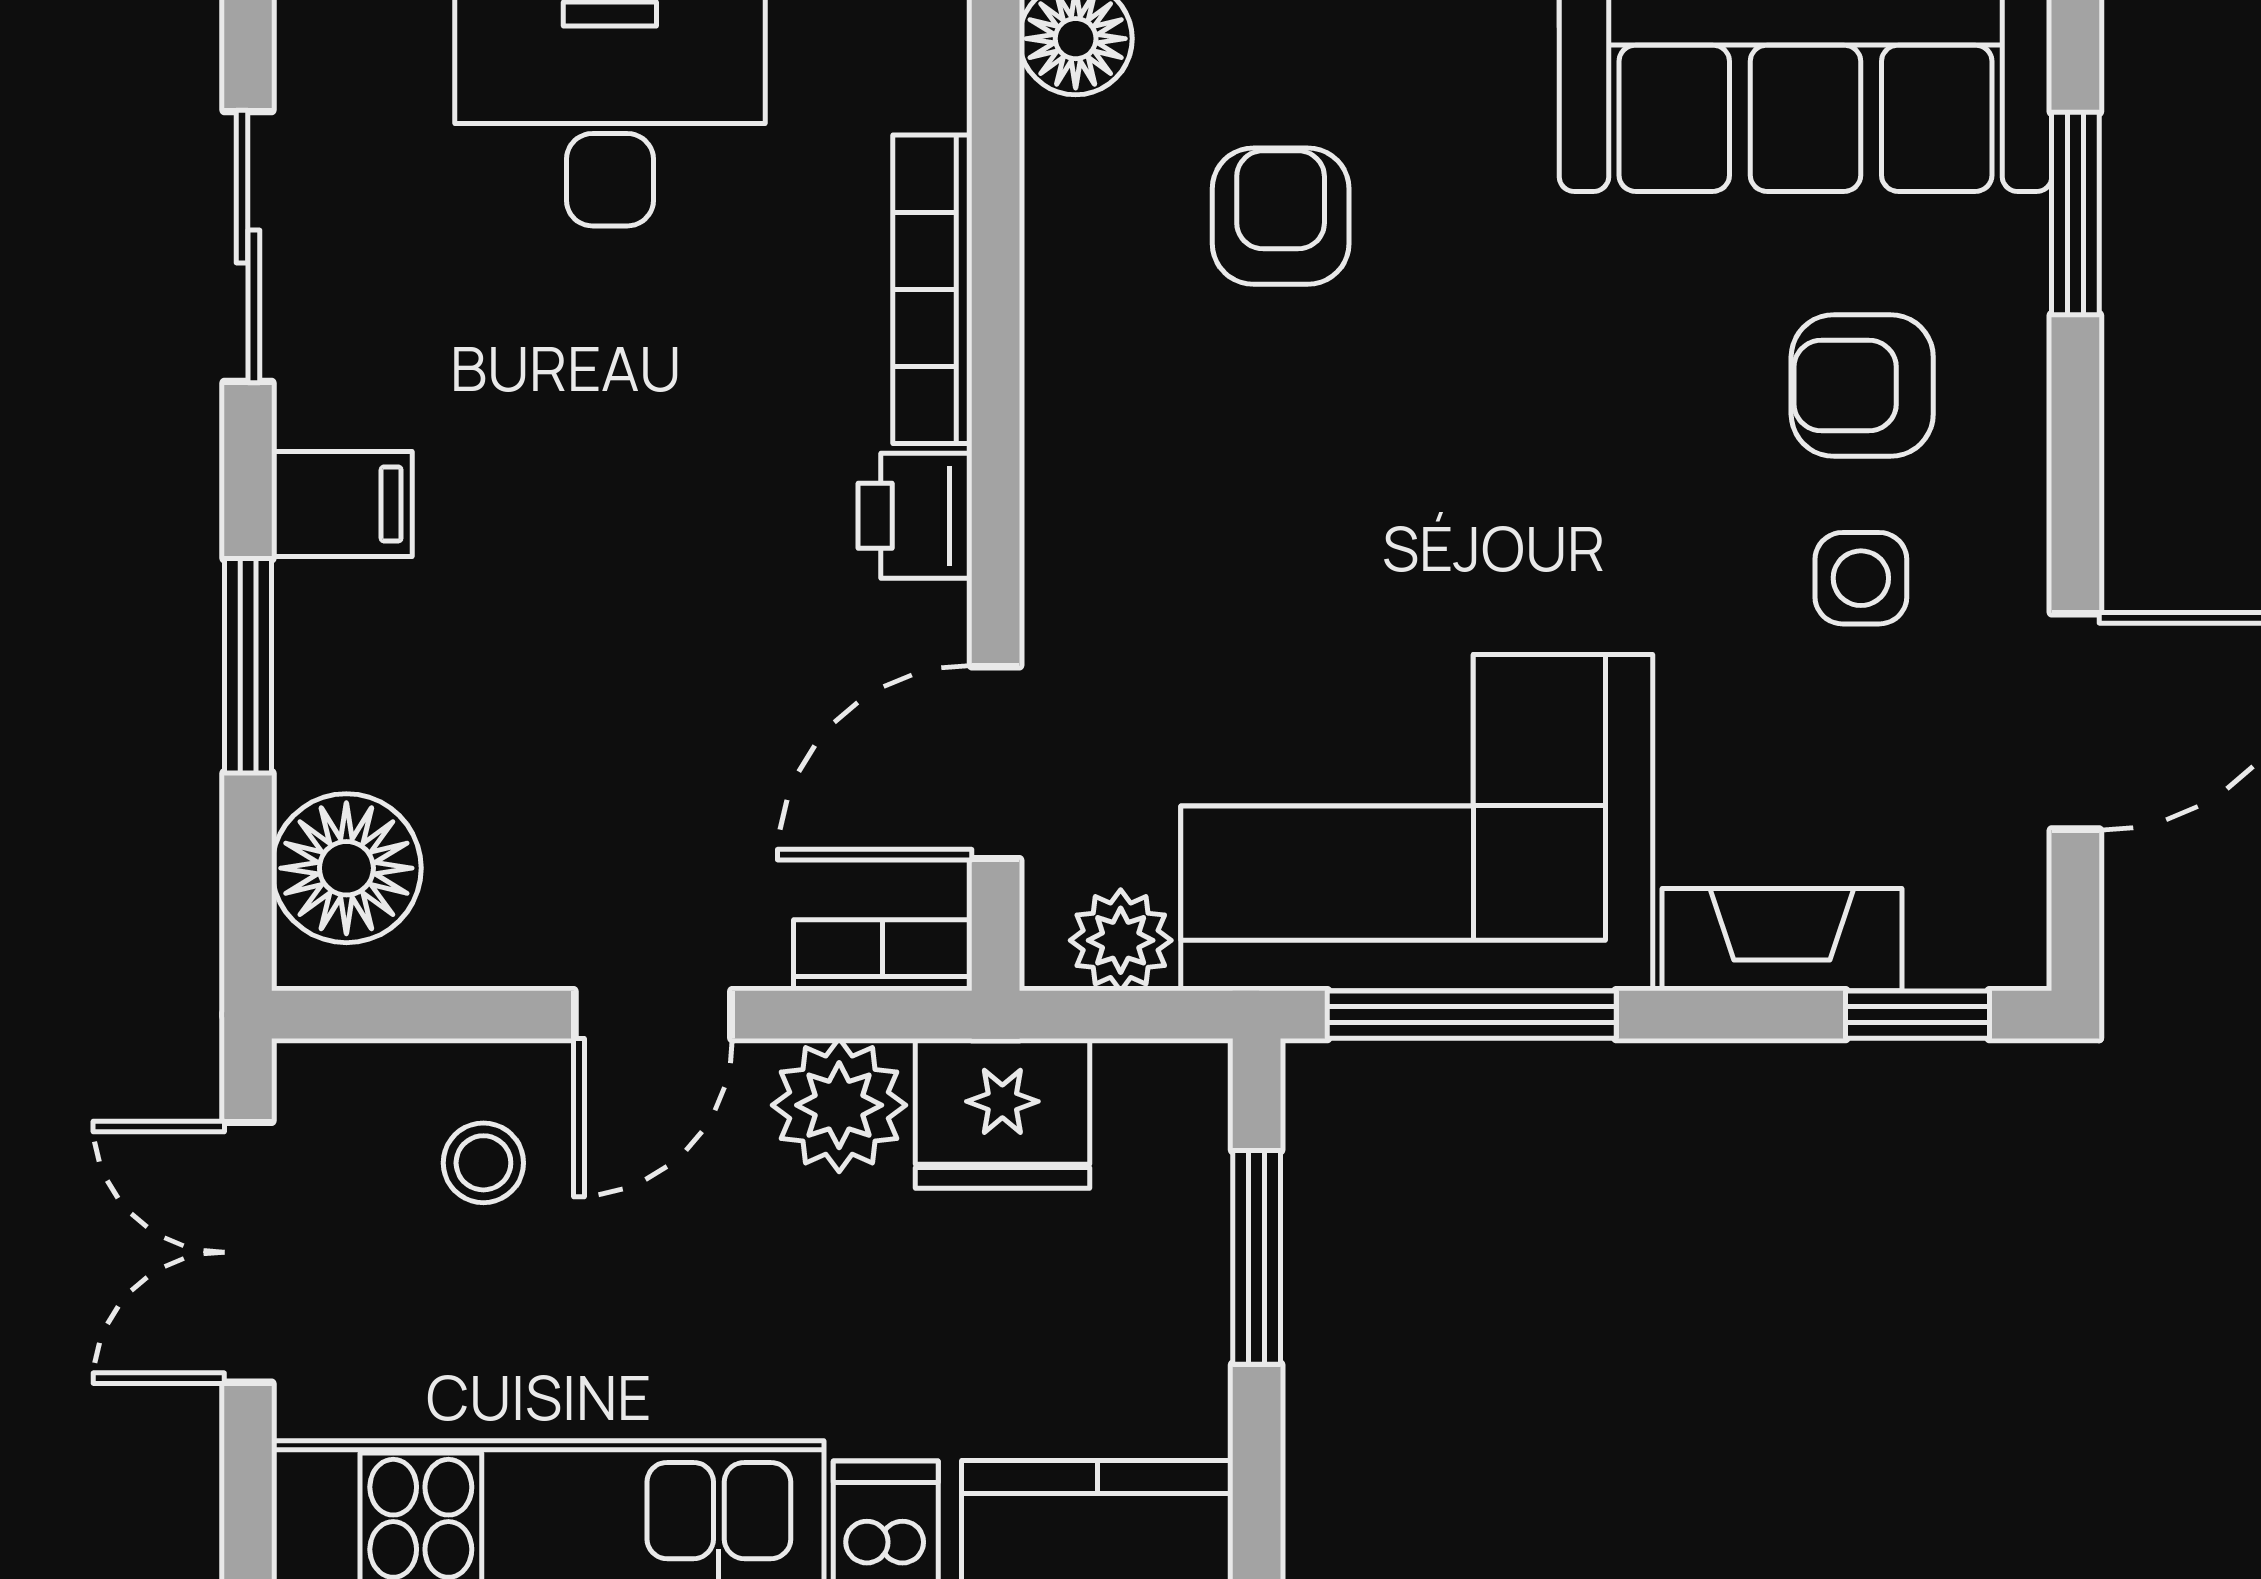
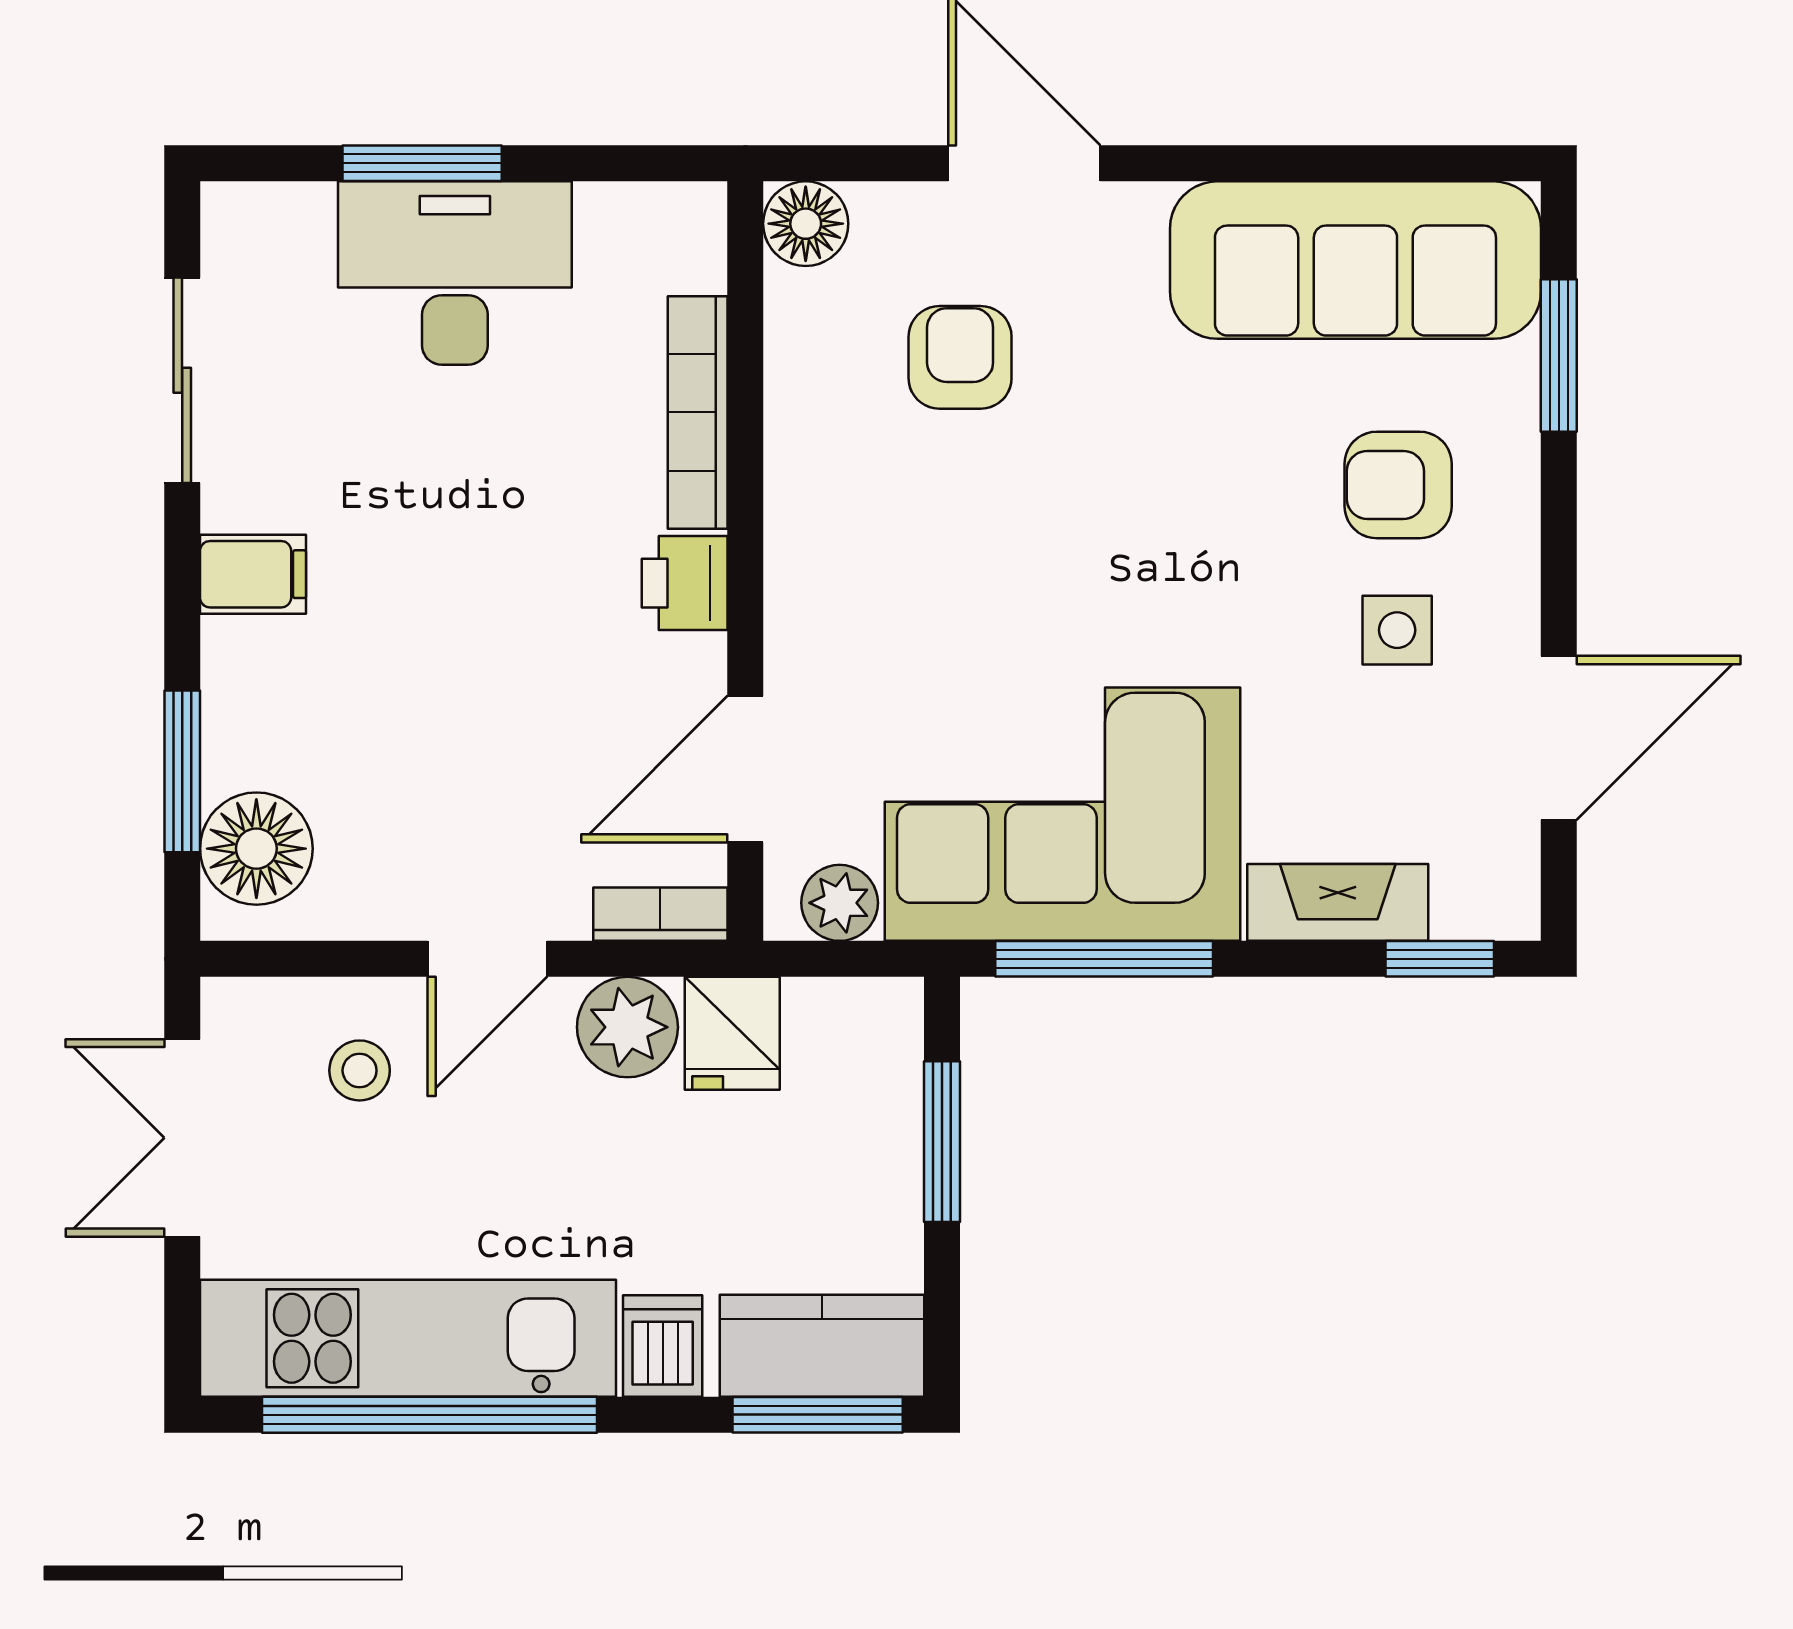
window: (248, 666) -> (182, 771), moved
fridge: (1002, 1113) -> (732, 1033), width x0.72

